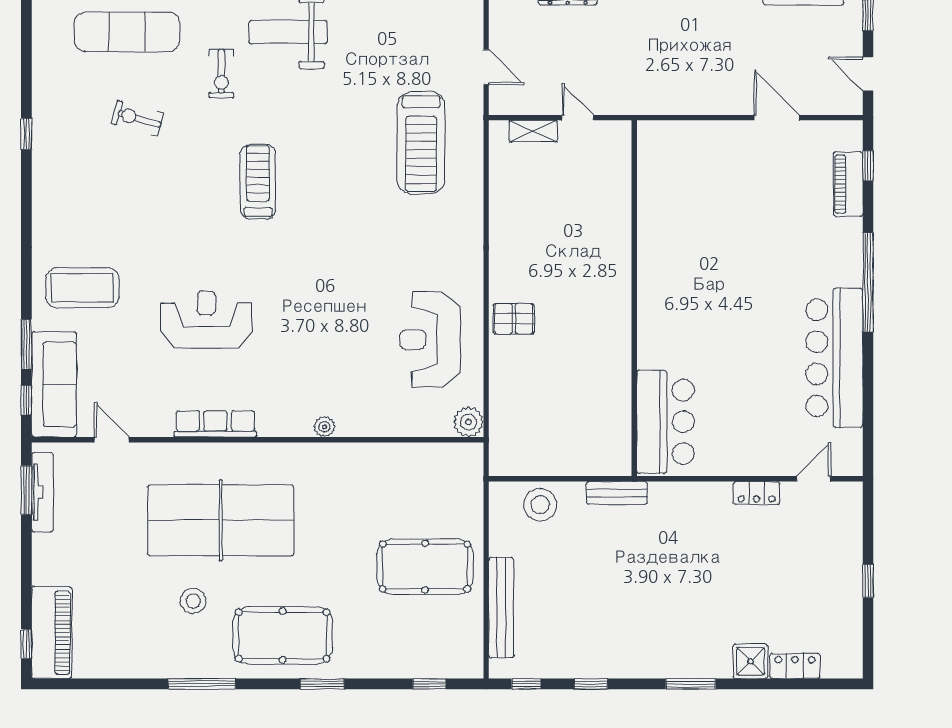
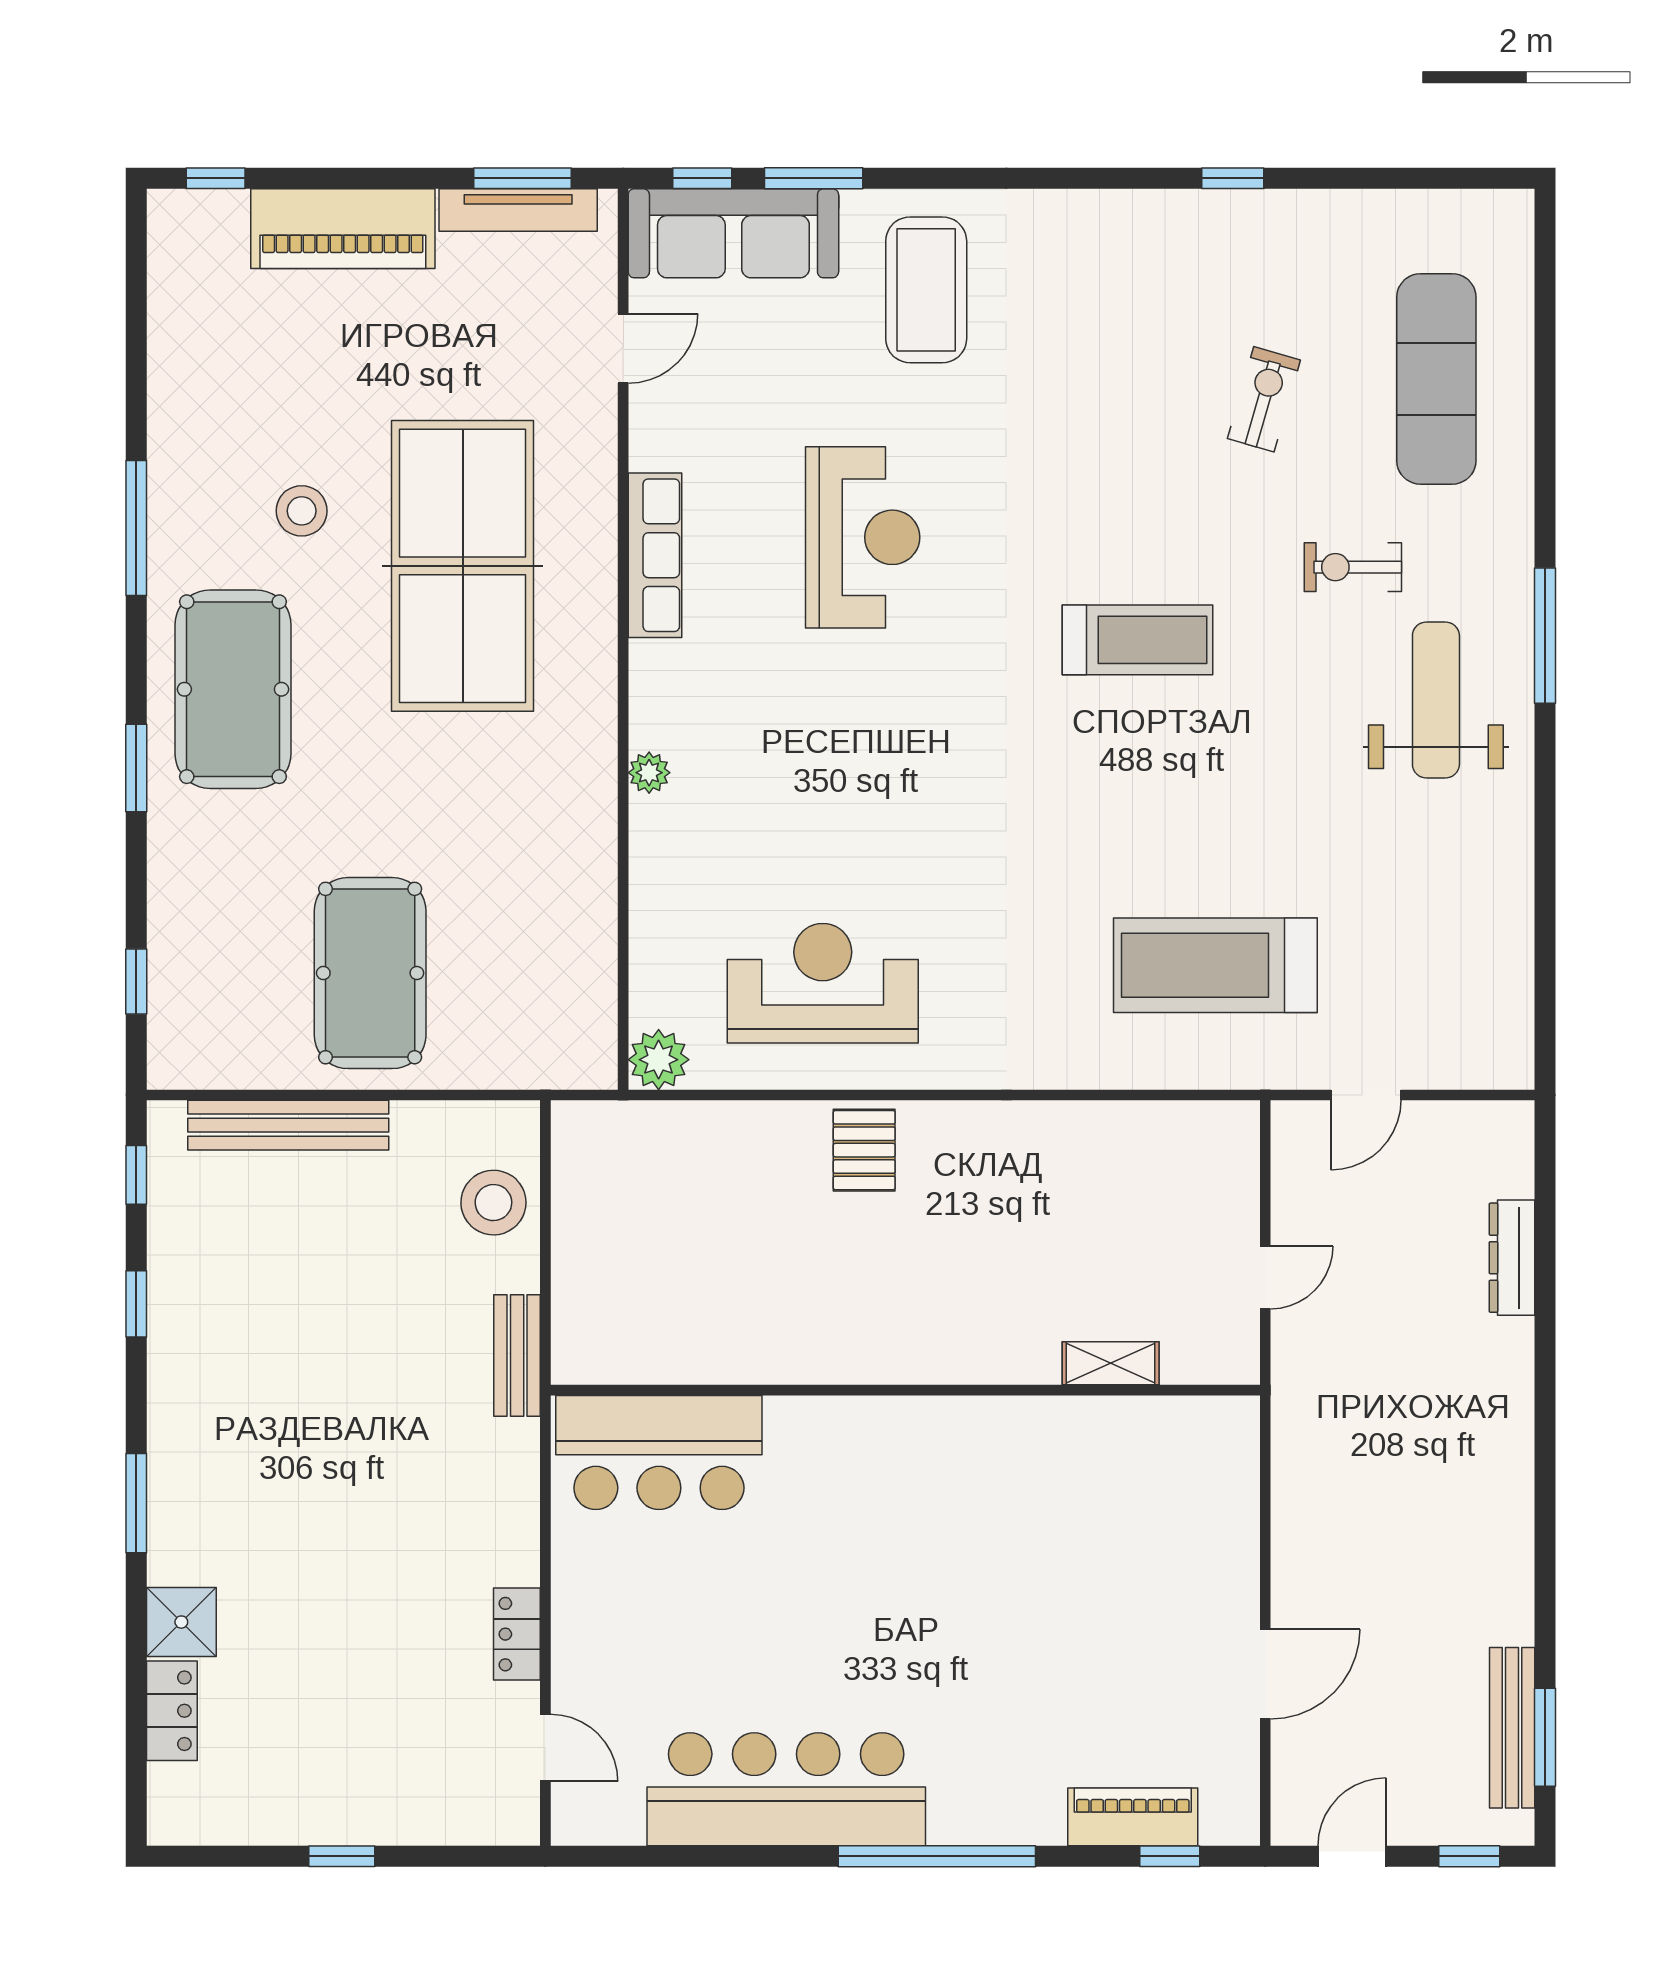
shelving: (533, 131) -> (1111, 1363), moved, turned 90
piano: (52, 633) -> (343, 229), moved

